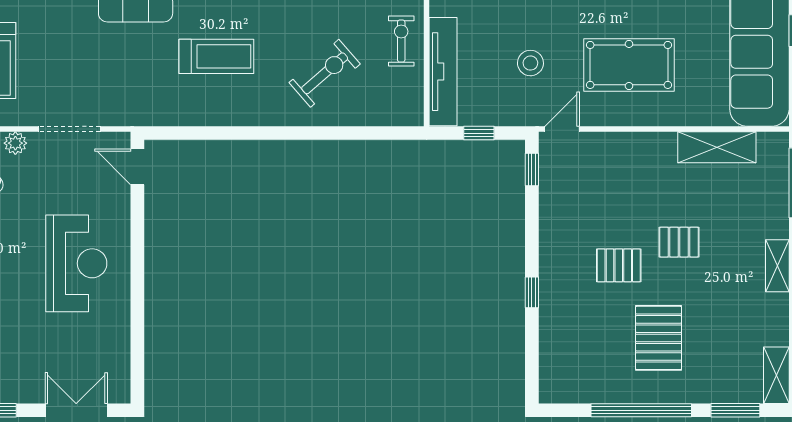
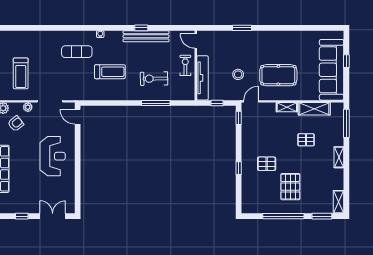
exercise bike: (325, 73) -> (154, 79), turned -140
window: (329, 133) -> (156, 103), added
shelving: (650, 143) -> (287, 107), added
pallet: (679, 242) -> (306, 140), moved
pallet: (619, 265) -> (267, 164), moved

